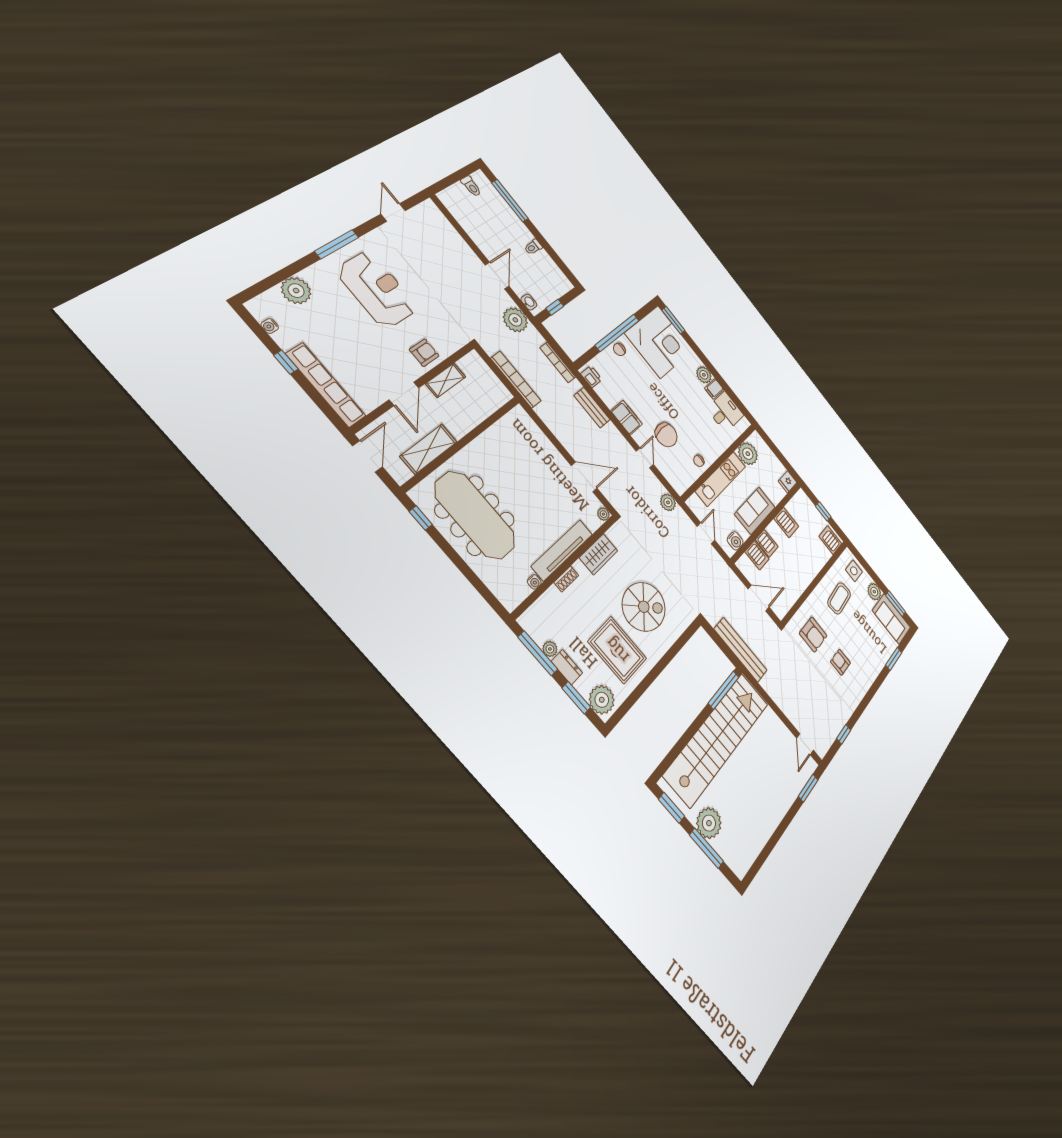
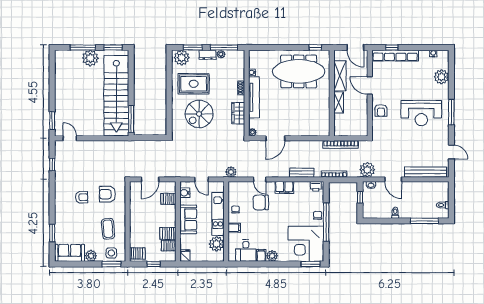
window: (286, 362) -> (392, 47), moved
shelving: (446, 380) -> (339, 102), moved
filing cabinet: (717, 446) -> (234, 228), added
server rack: (767, 543) -> (169, 246), moved
window: (896, 604) -> (111, 264), moved
bench: (741, 650) -> (425, 172), moved

